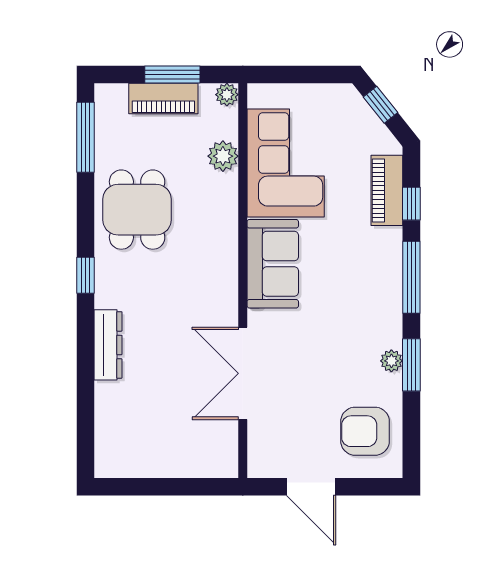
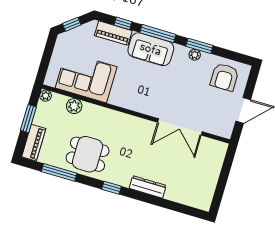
piano: (163, 99) -> (34, 143), moved
window: (86, 137) -> (59, 172), moved
sofa: (273, 264) -> (151, 49), moved, turned 180

